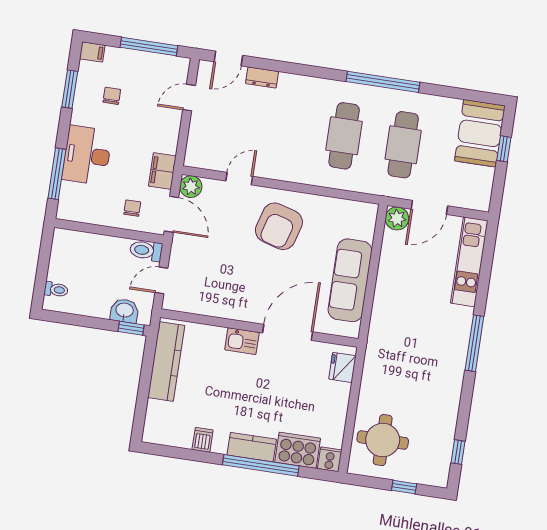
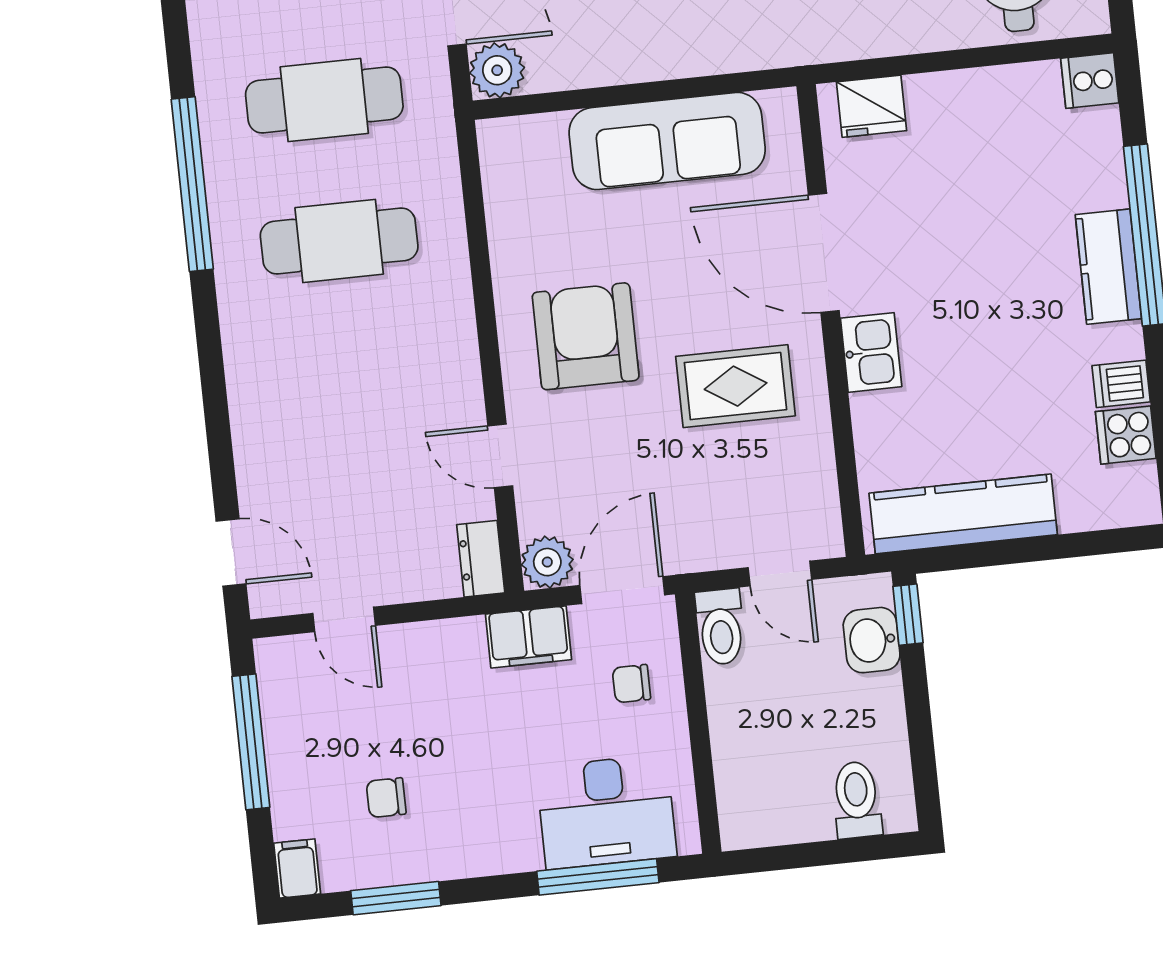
dresser: (262, 77) -> (481, 559), moved, turned 180
desk: (87, 155) -> (606, 812), moved
armchair: (279, 226) -> (586, 336), turned -106
rug: (243, 282) -> (736, 386), added
toilet: (56, 290) -> (857, 800), width x1.37, depth x1.39
cooker: (298, 450) -> (1126, 435), moved, width x0.53, depth x0.76

